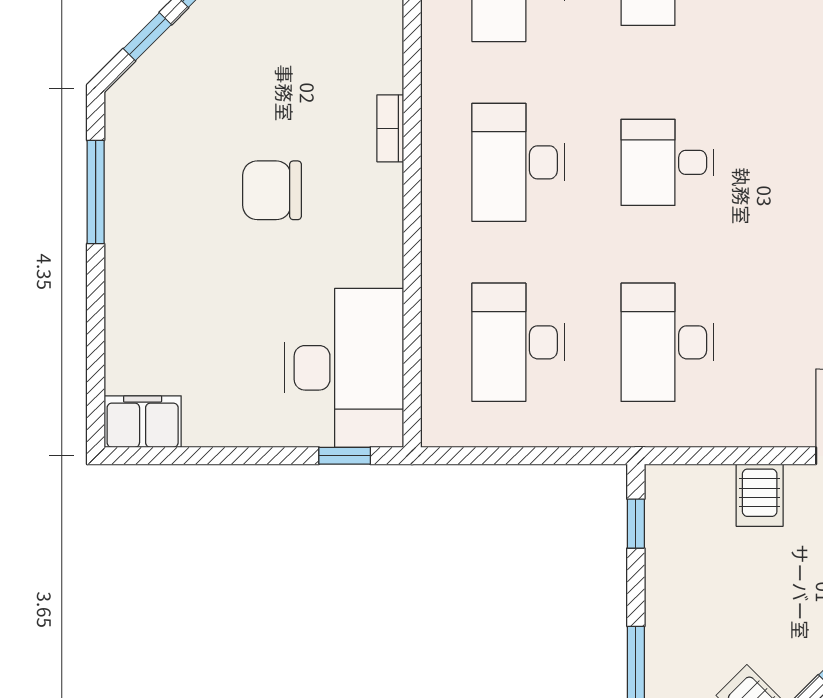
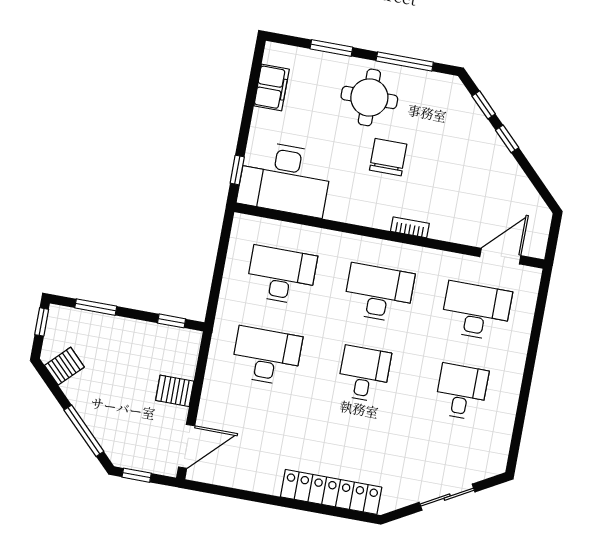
round table: (171, 243) -> (369, 97), added
window: (96, 327) -> (331, 48), added
filing cabinet: (143, 422) -> (272, 87), moved

